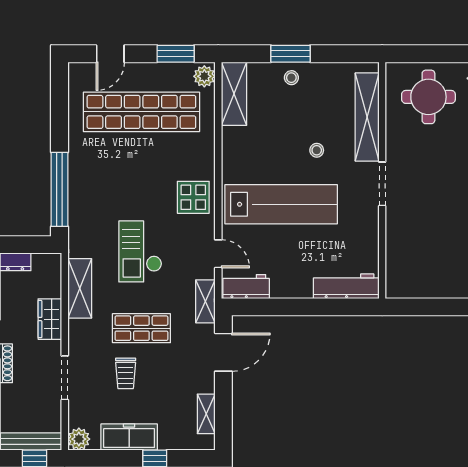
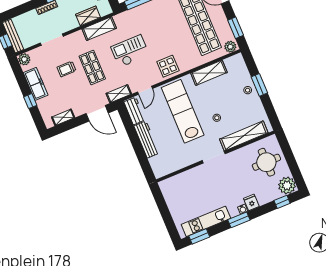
shelving: (234, 94) -> (209, 73), moved
lab bench: (281, 204) -> (183, 111), turned 180
workbench: (346, 286) -> (147, 139), moved
wardrobe: (50, 319) -> (88, 16), moved

